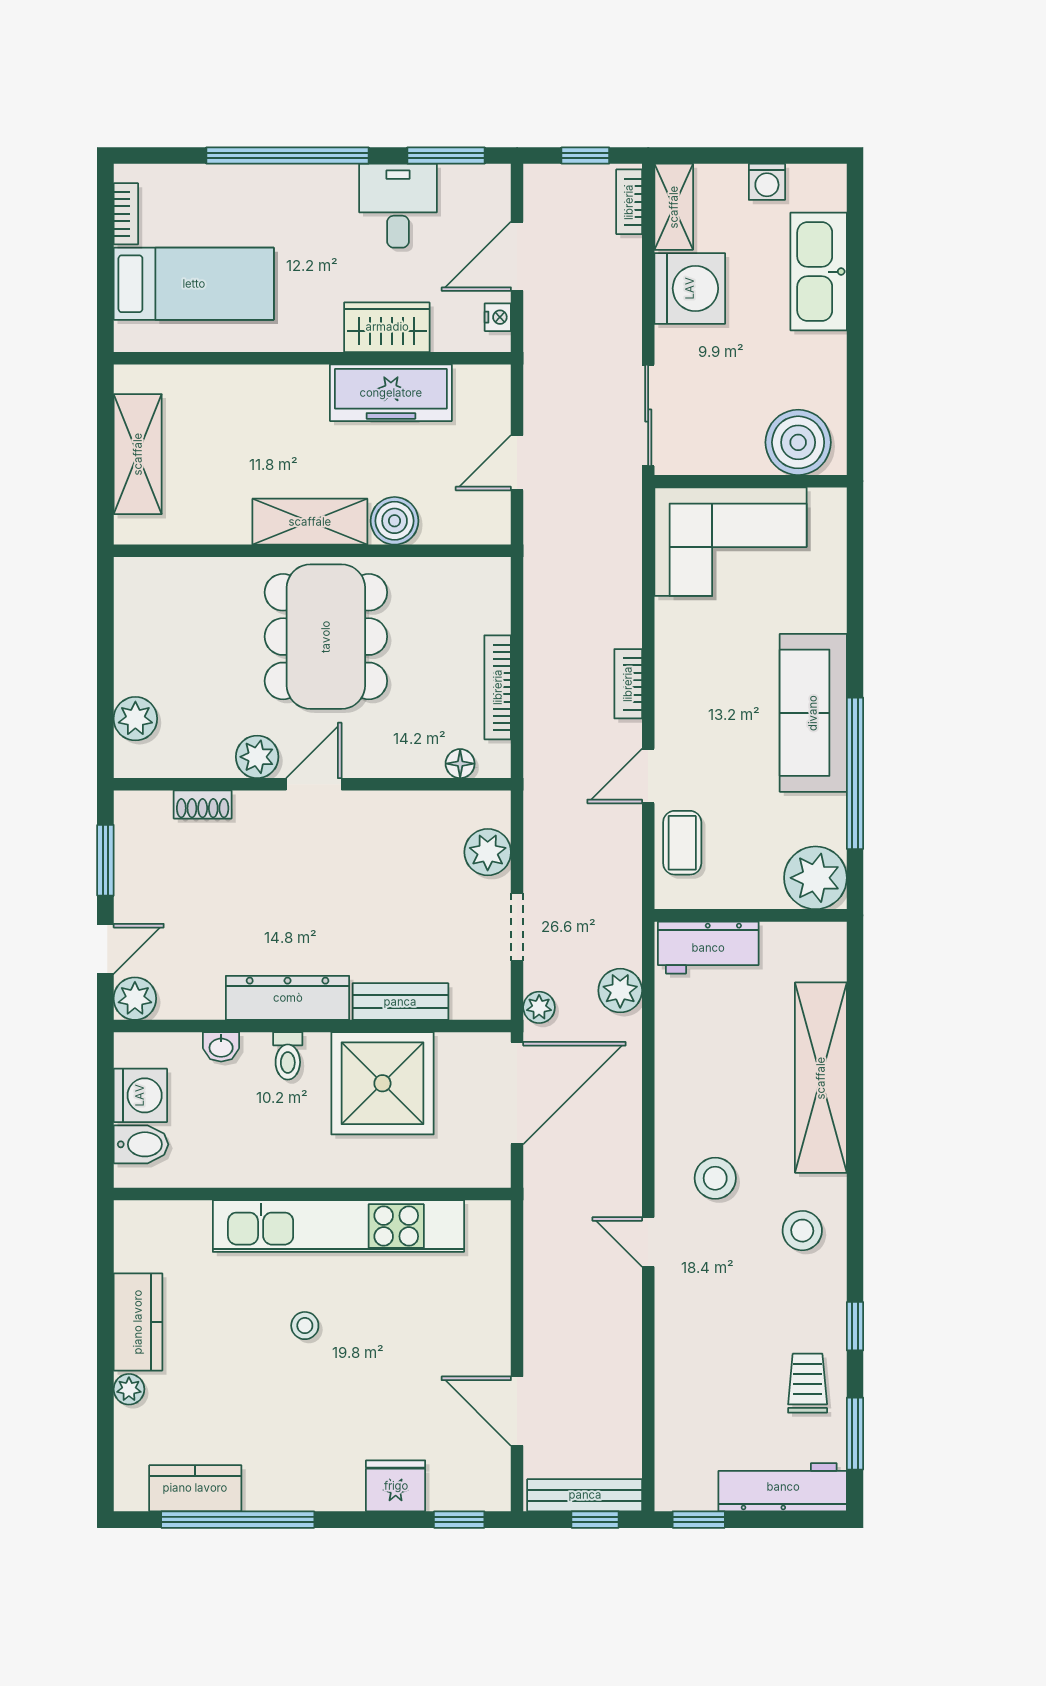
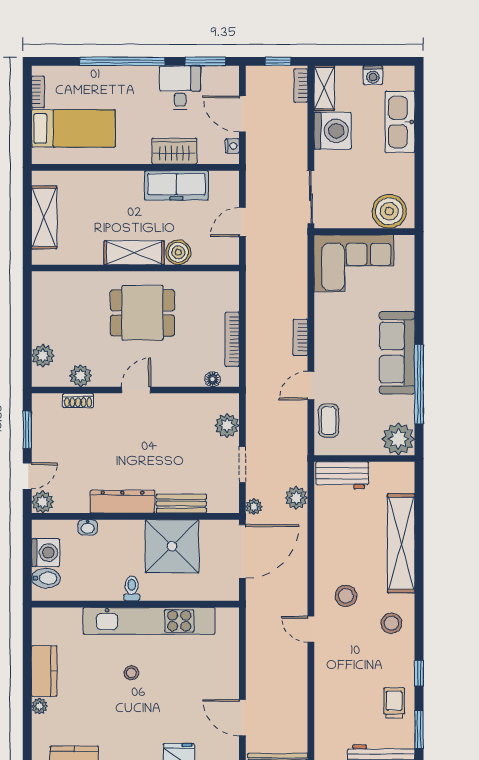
door: (517, 256) -> (242, 114), hinge flipped
dining table: (326, 637) -> (142, 313), width x0.73
plant: (257, 757) -> (80, 376), moved
toilet: (288, 1056) -> (132, 588), moved, turned 180

